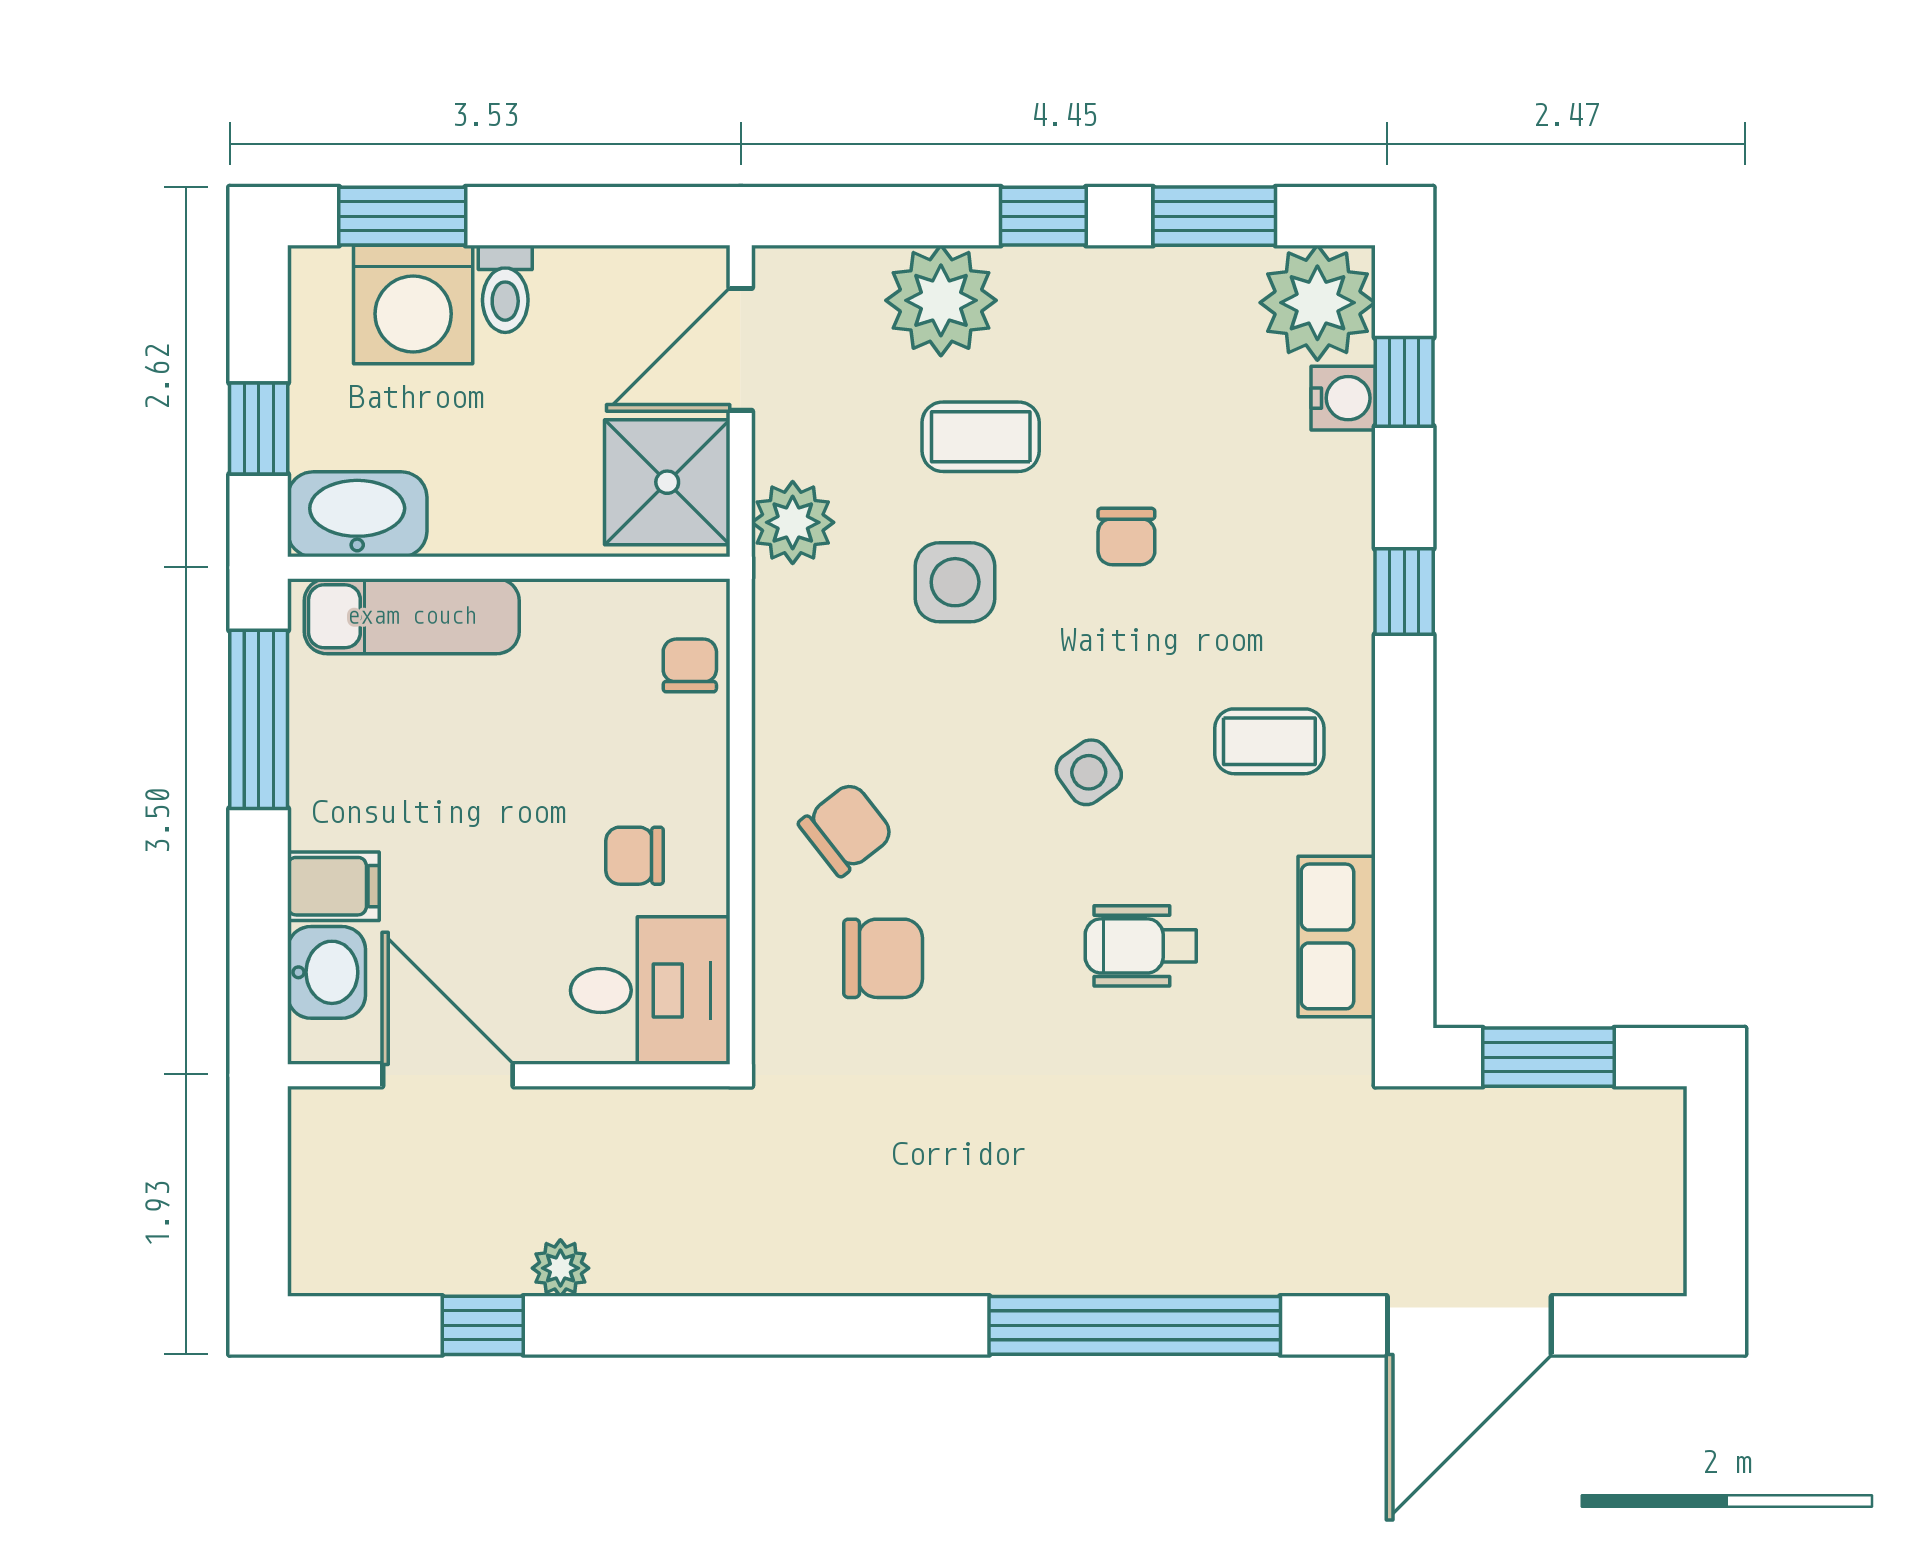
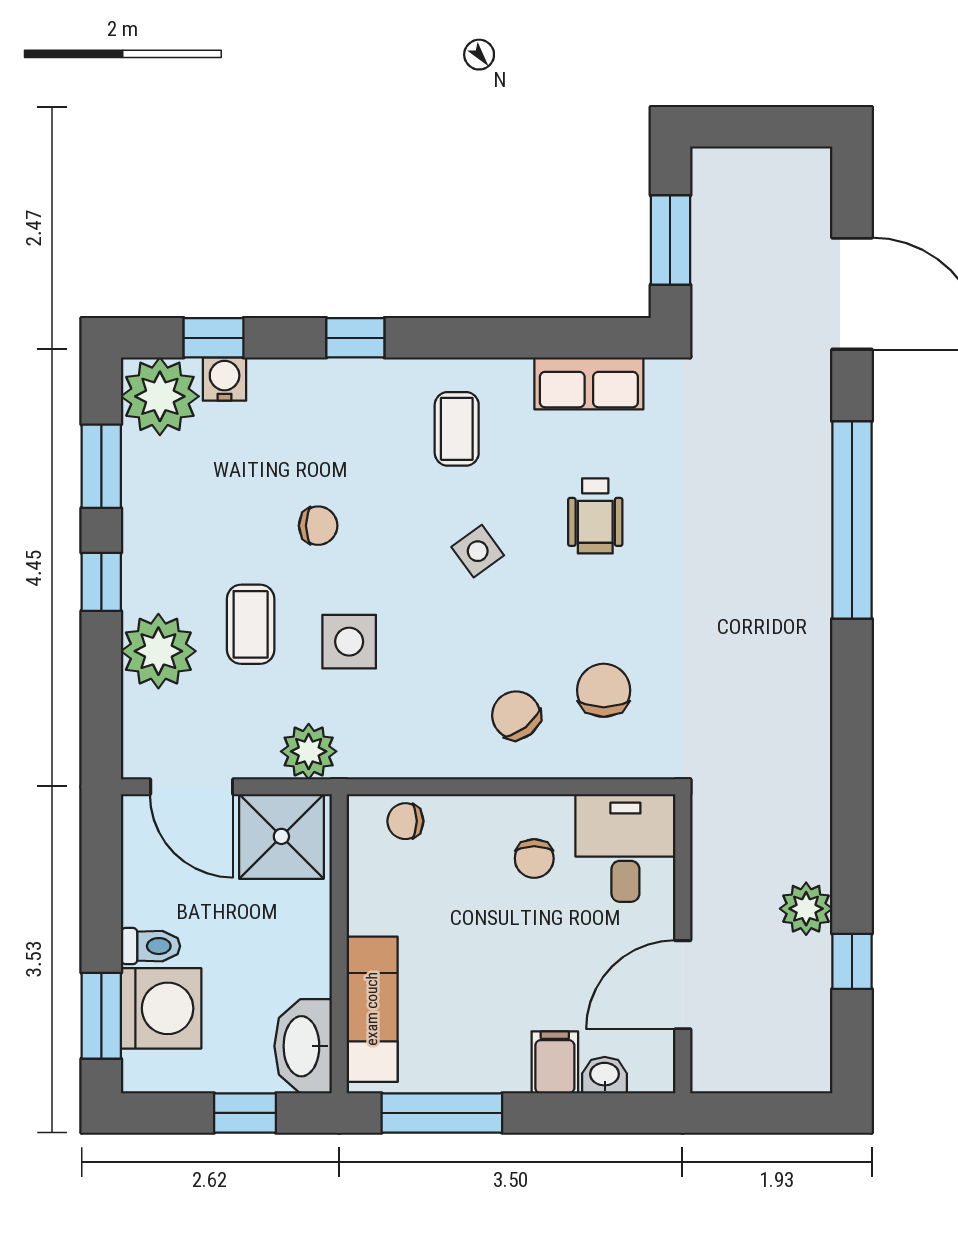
washbasin: (326, 972) -> (605, 1075), width x0.72, depth x0.69
plant: (560, 1268) -> (806, 909), width x1.38, depth x1.38

